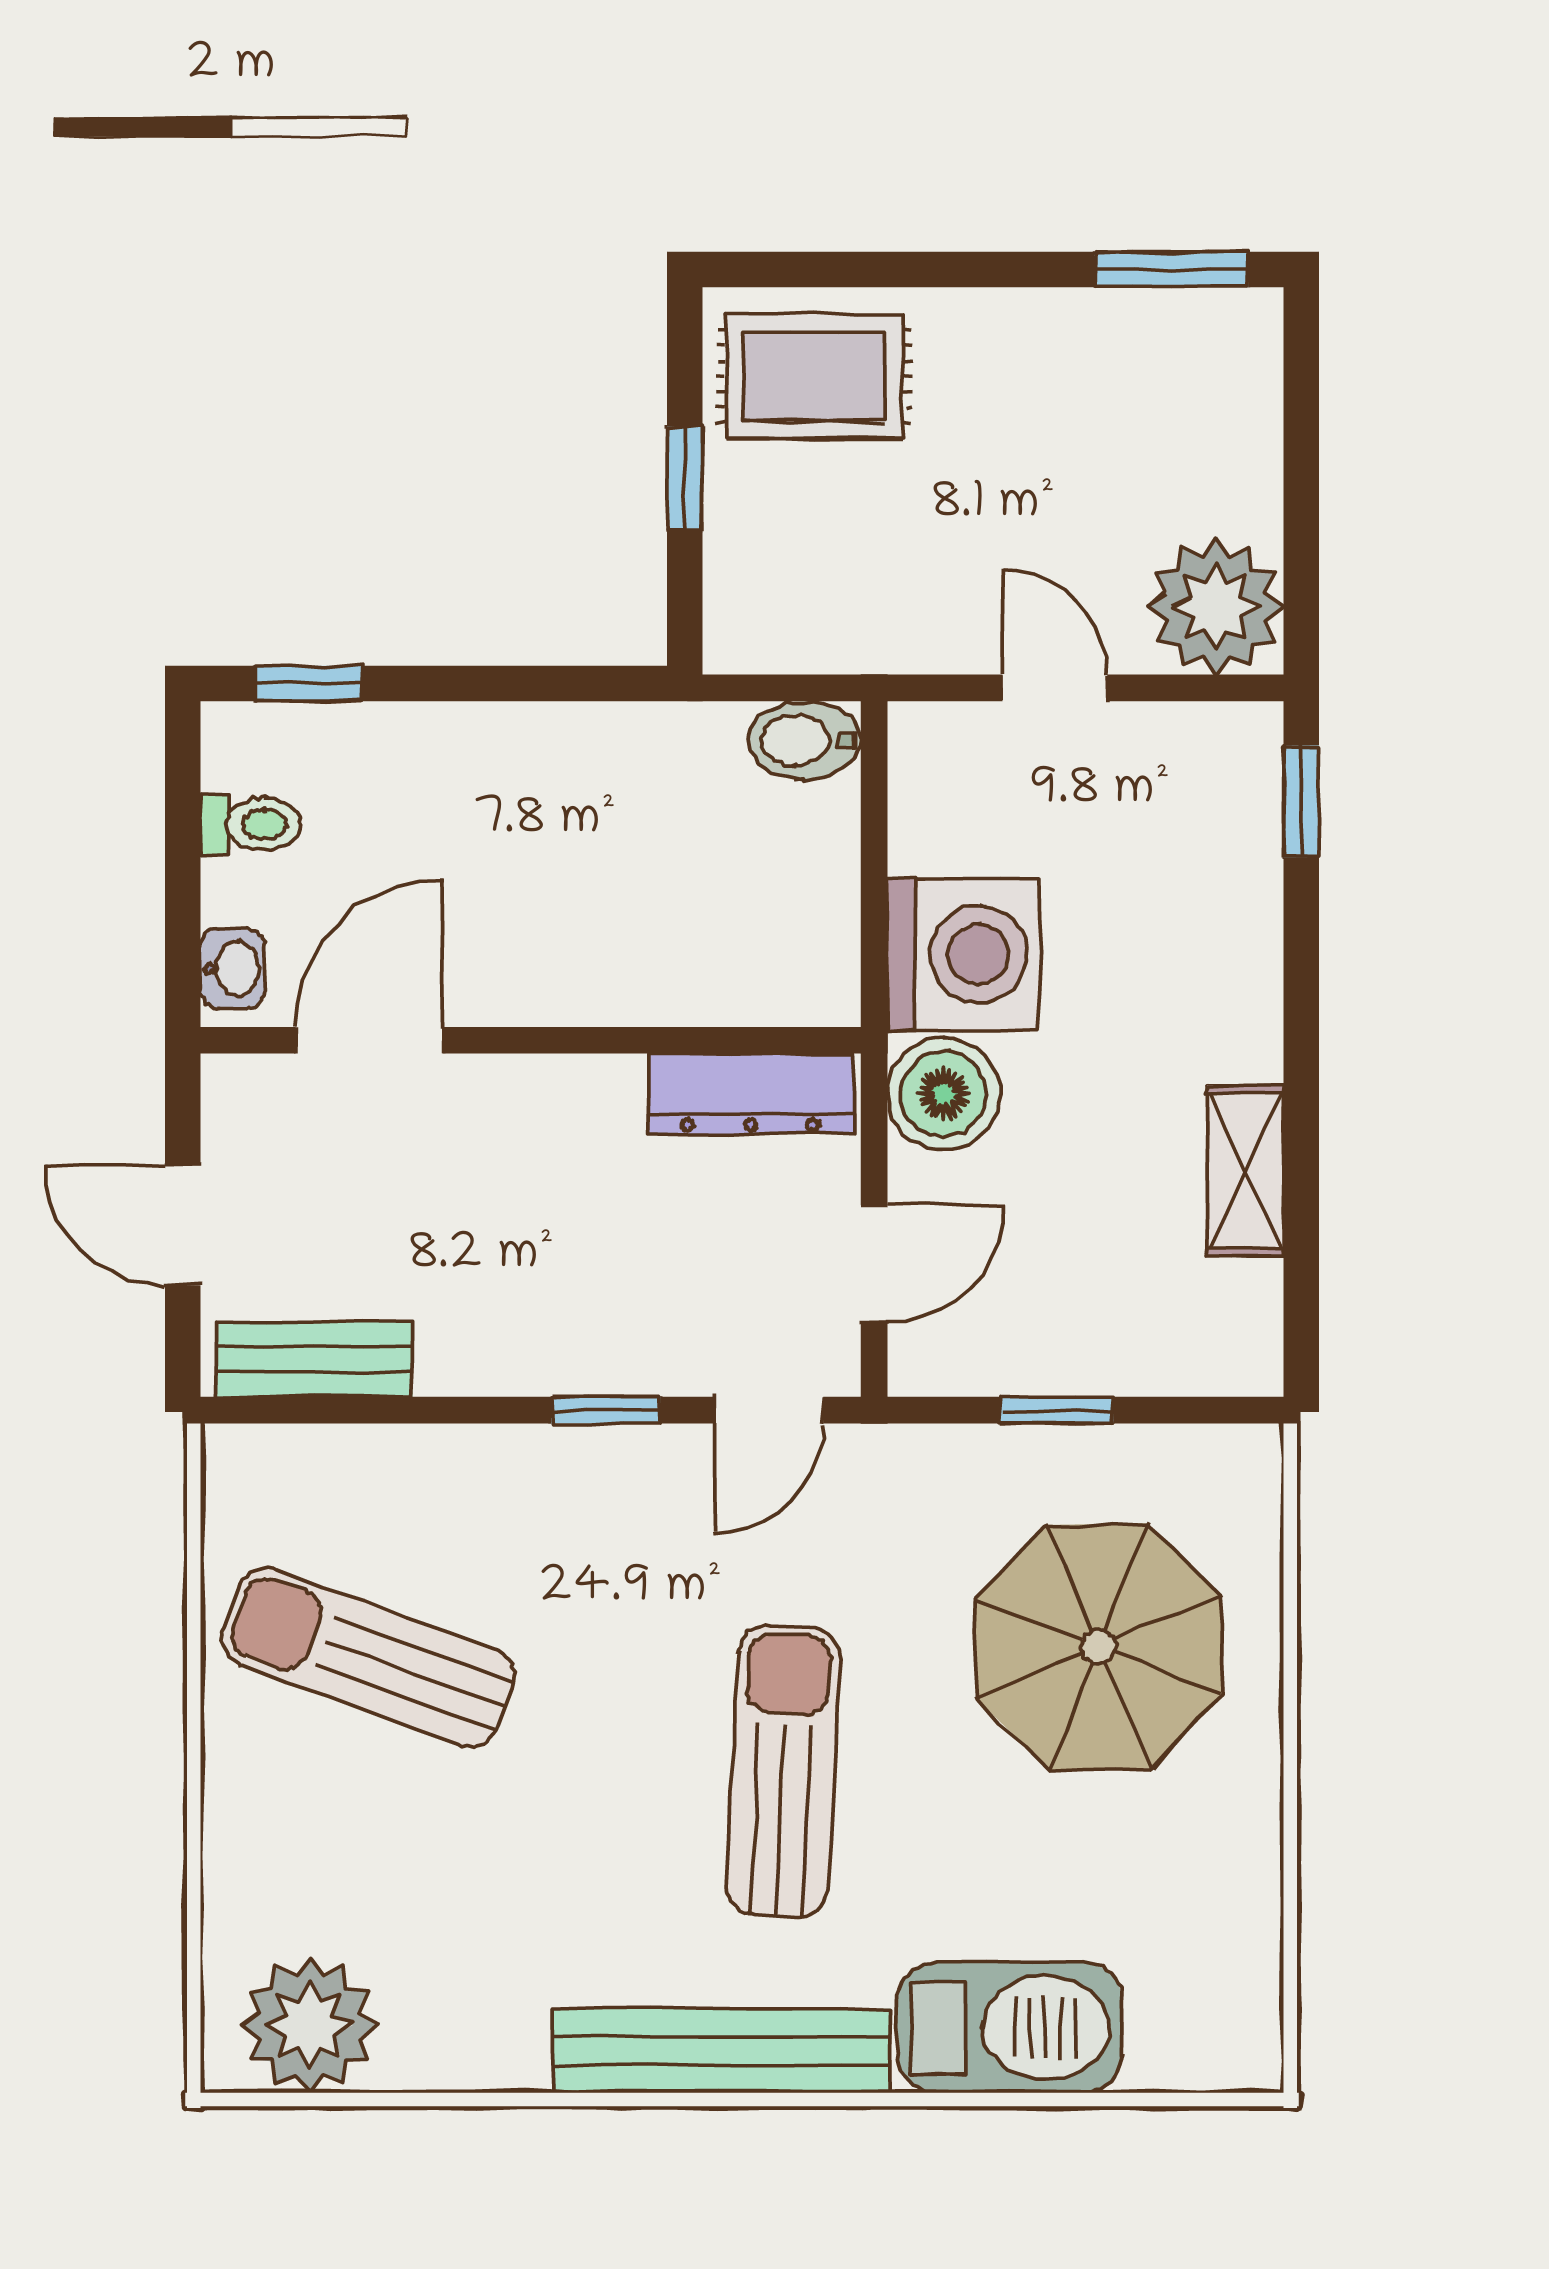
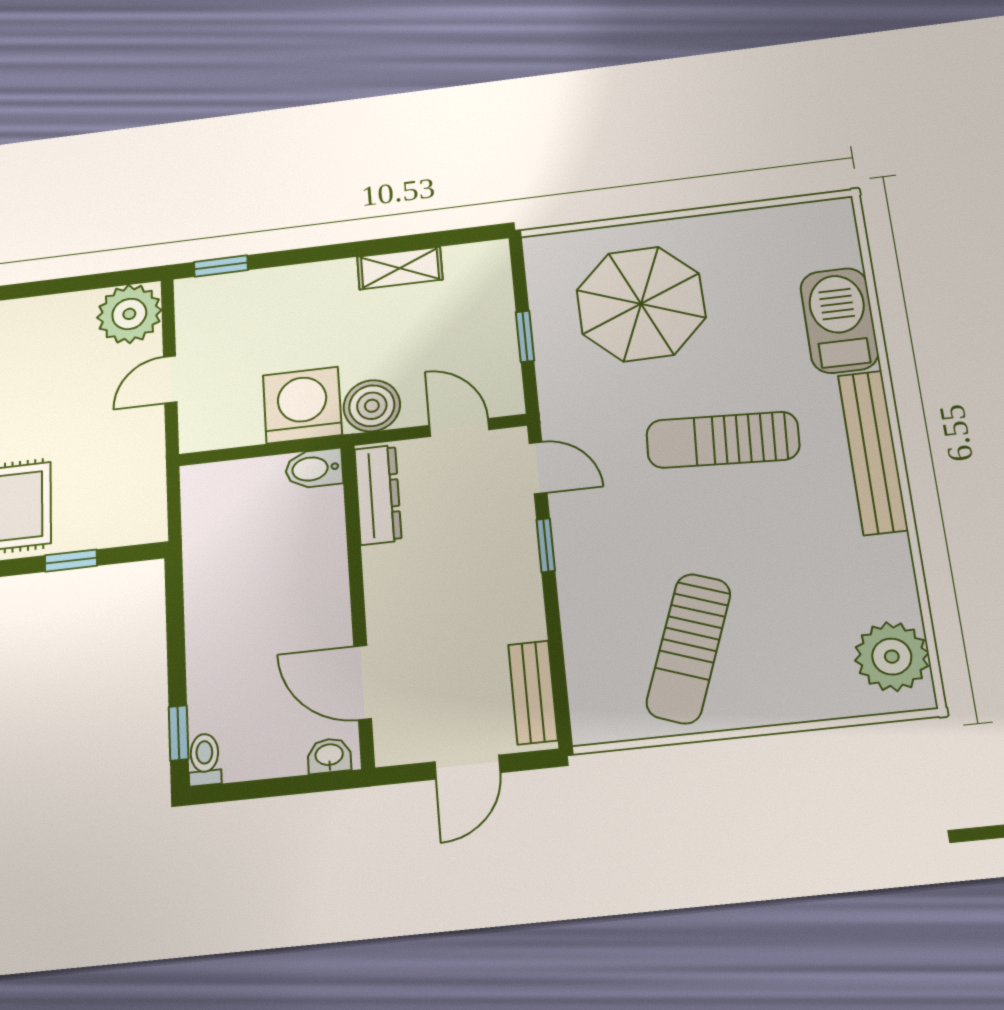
bidet: (804, 740) -> (314, 469), moved, turned 90
toilet: (250, 824) -> (205, 760), moved

